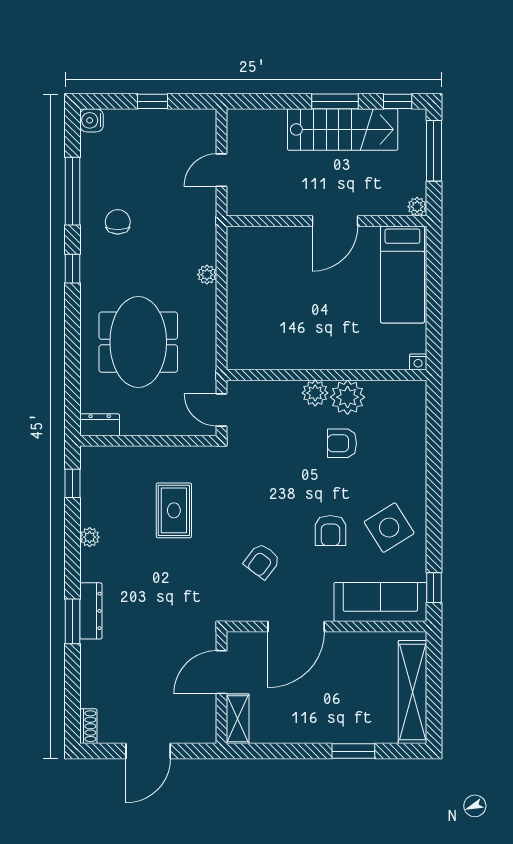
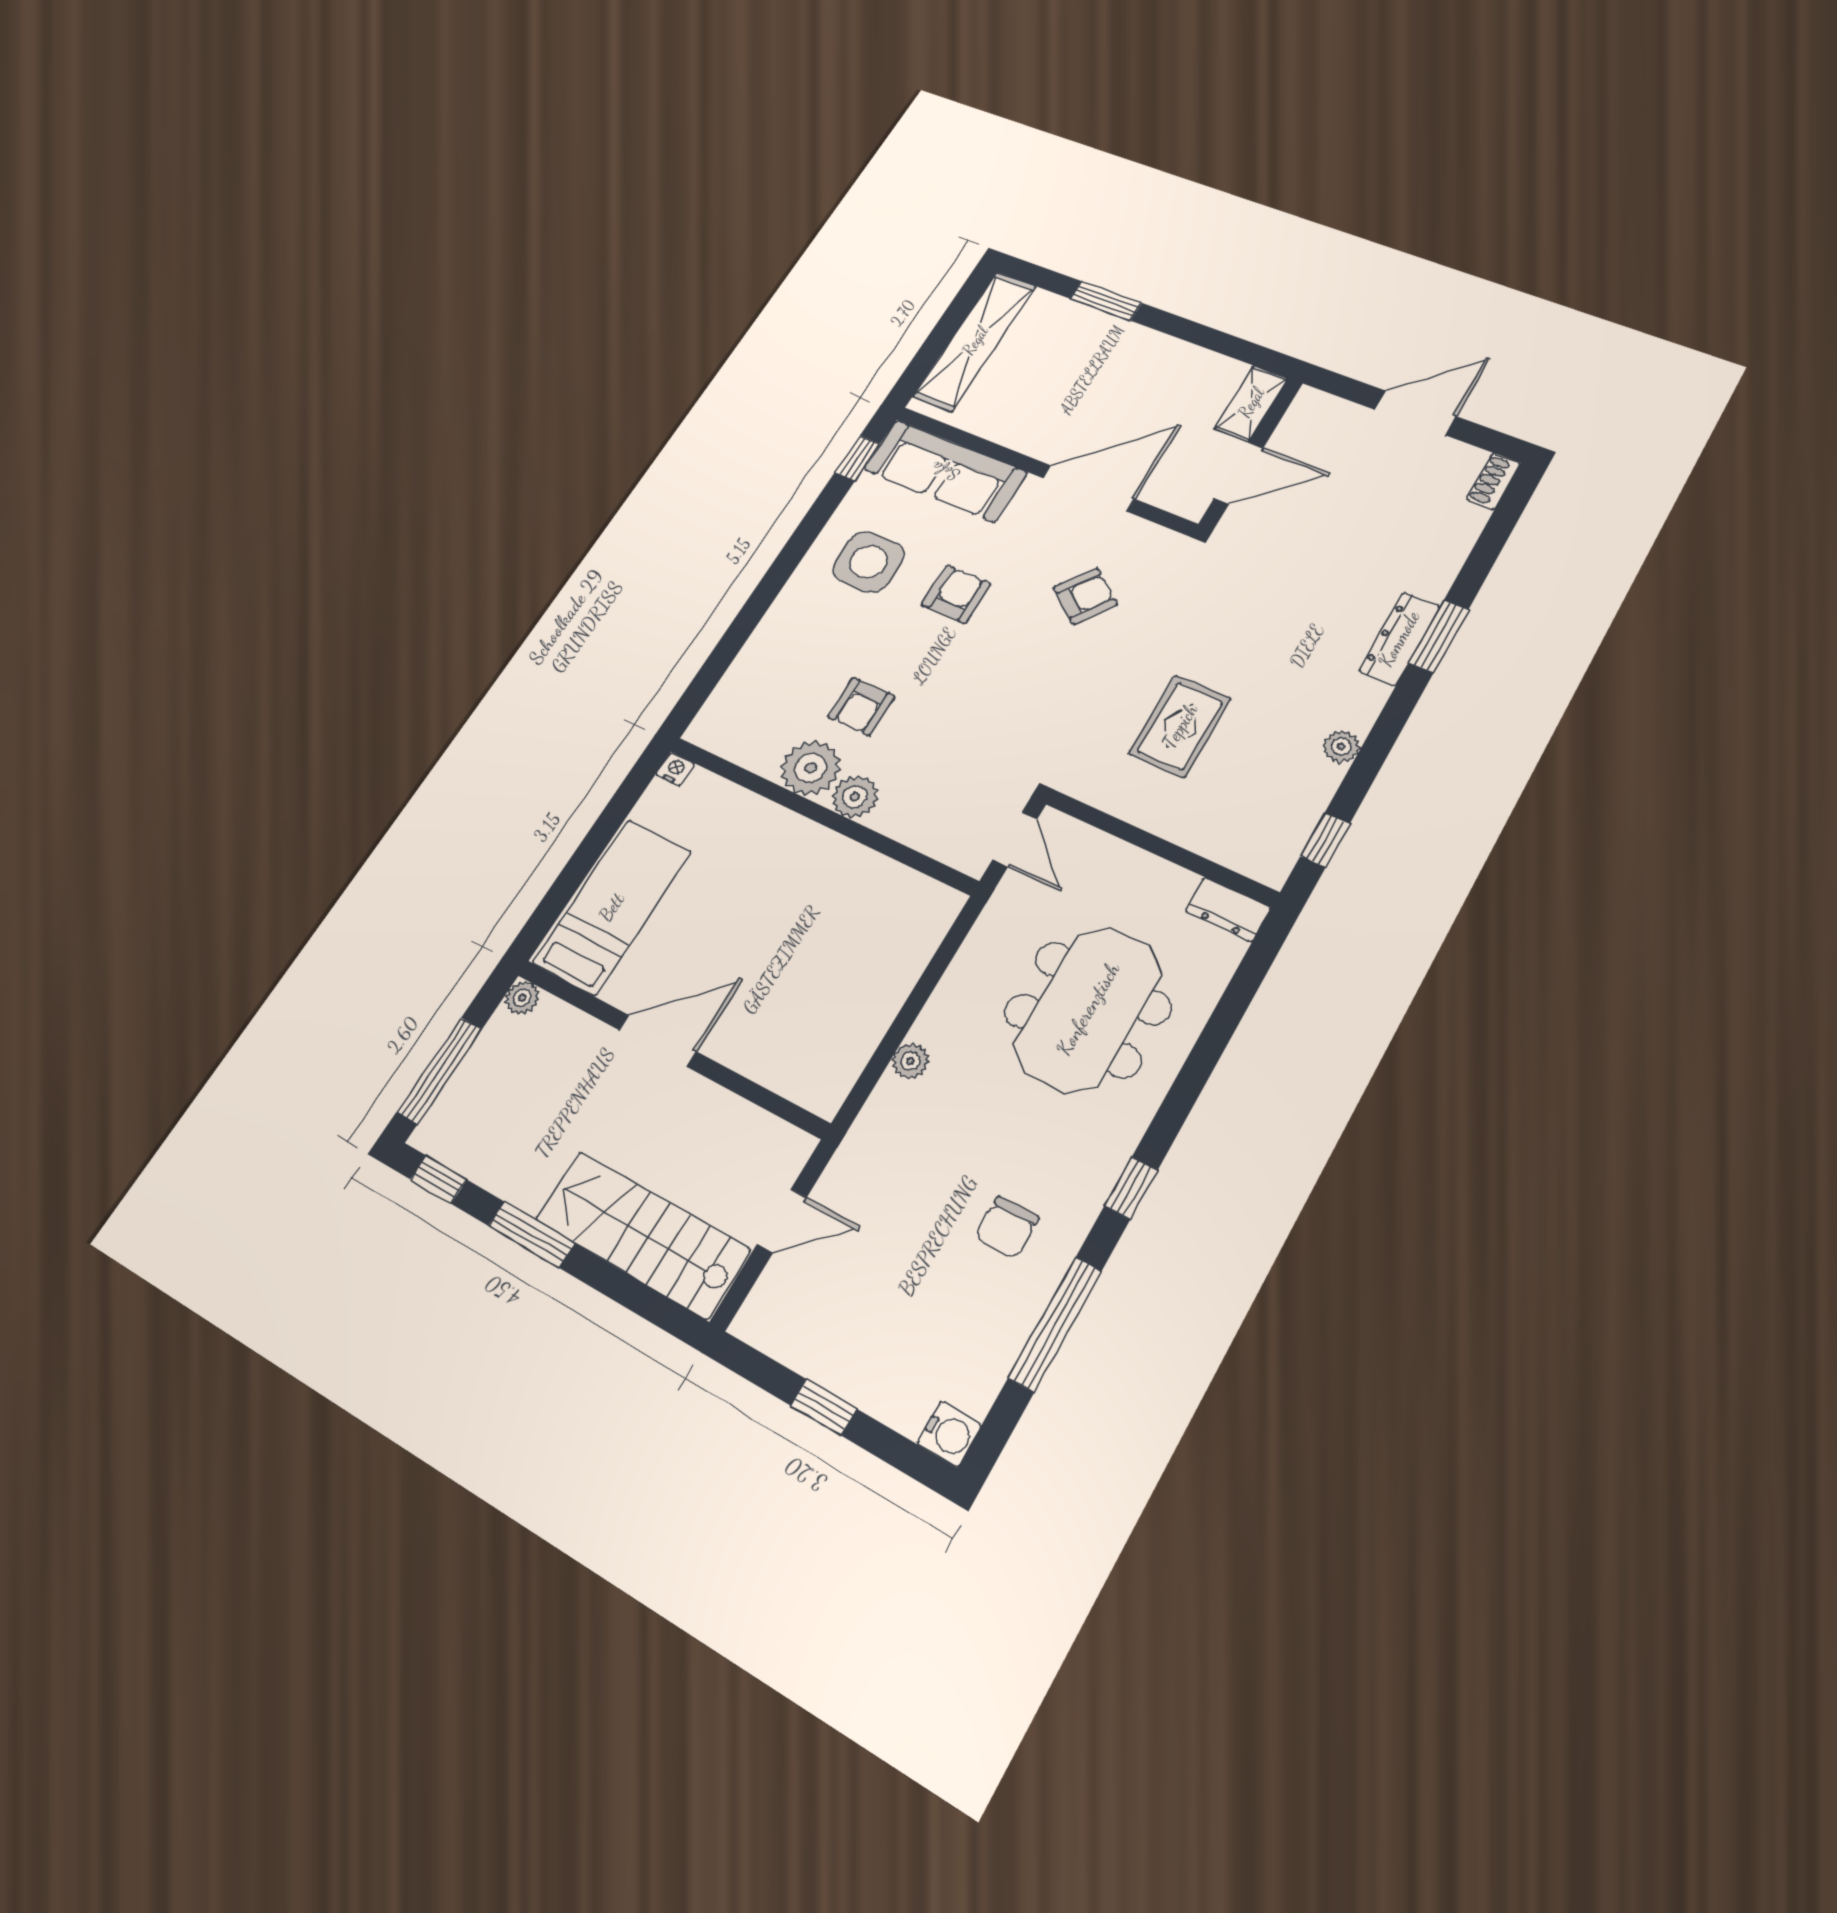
stairs: (343, 129) -> (642, 1234), moved
armchair: (342, 443) -> (861, 706), turned 90
side table: (389, 528) -> (868, 562), turned 32

